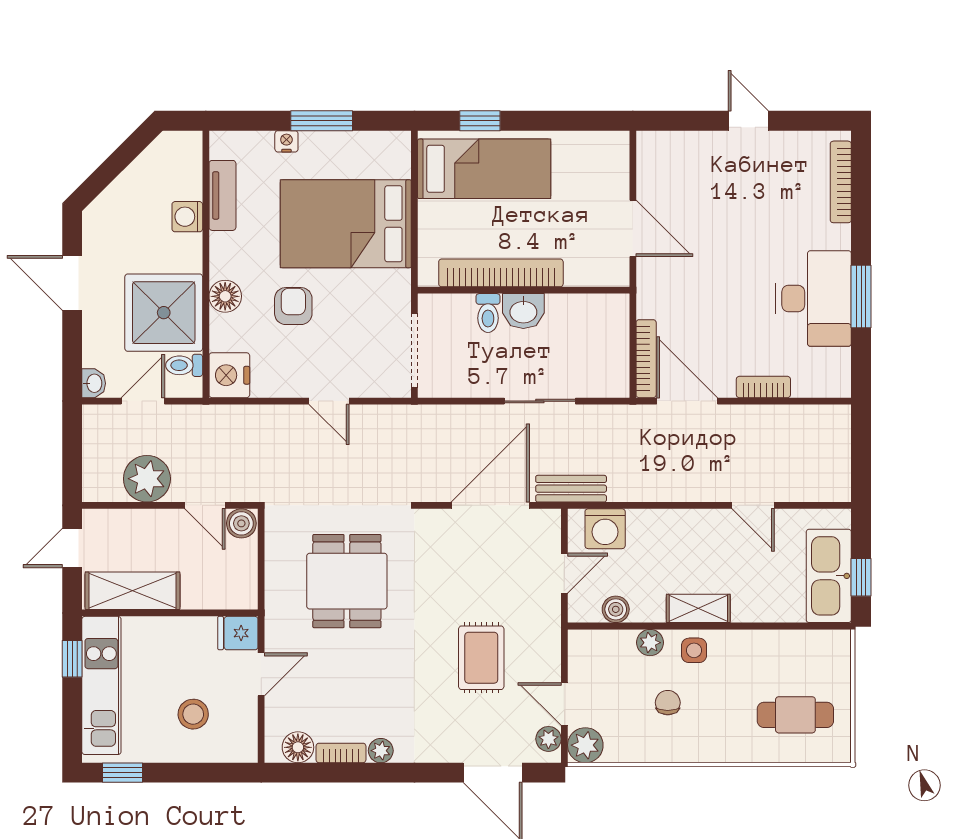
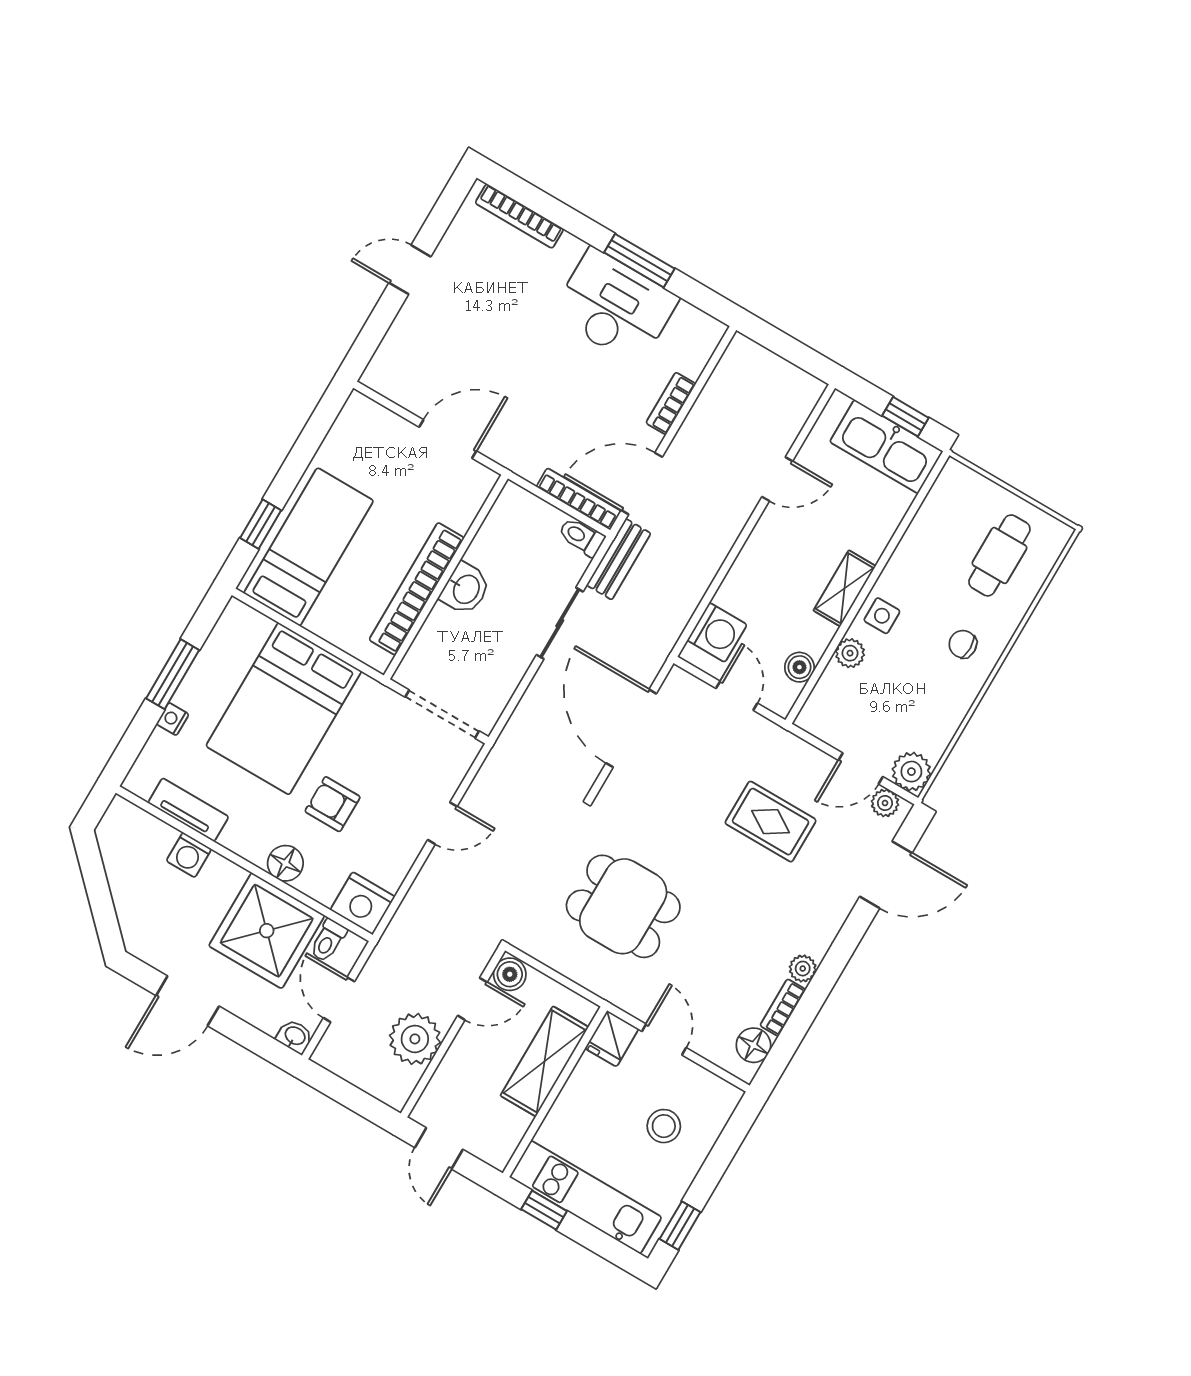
toilet: (488, 313) -> (581, 537), moved, turned 180
bench: (571, 489) -> (619, 559), moved
shelving: (133, 591) -> (545, 1061), moved
chair: (668, 703) -> (963, 644), moved

